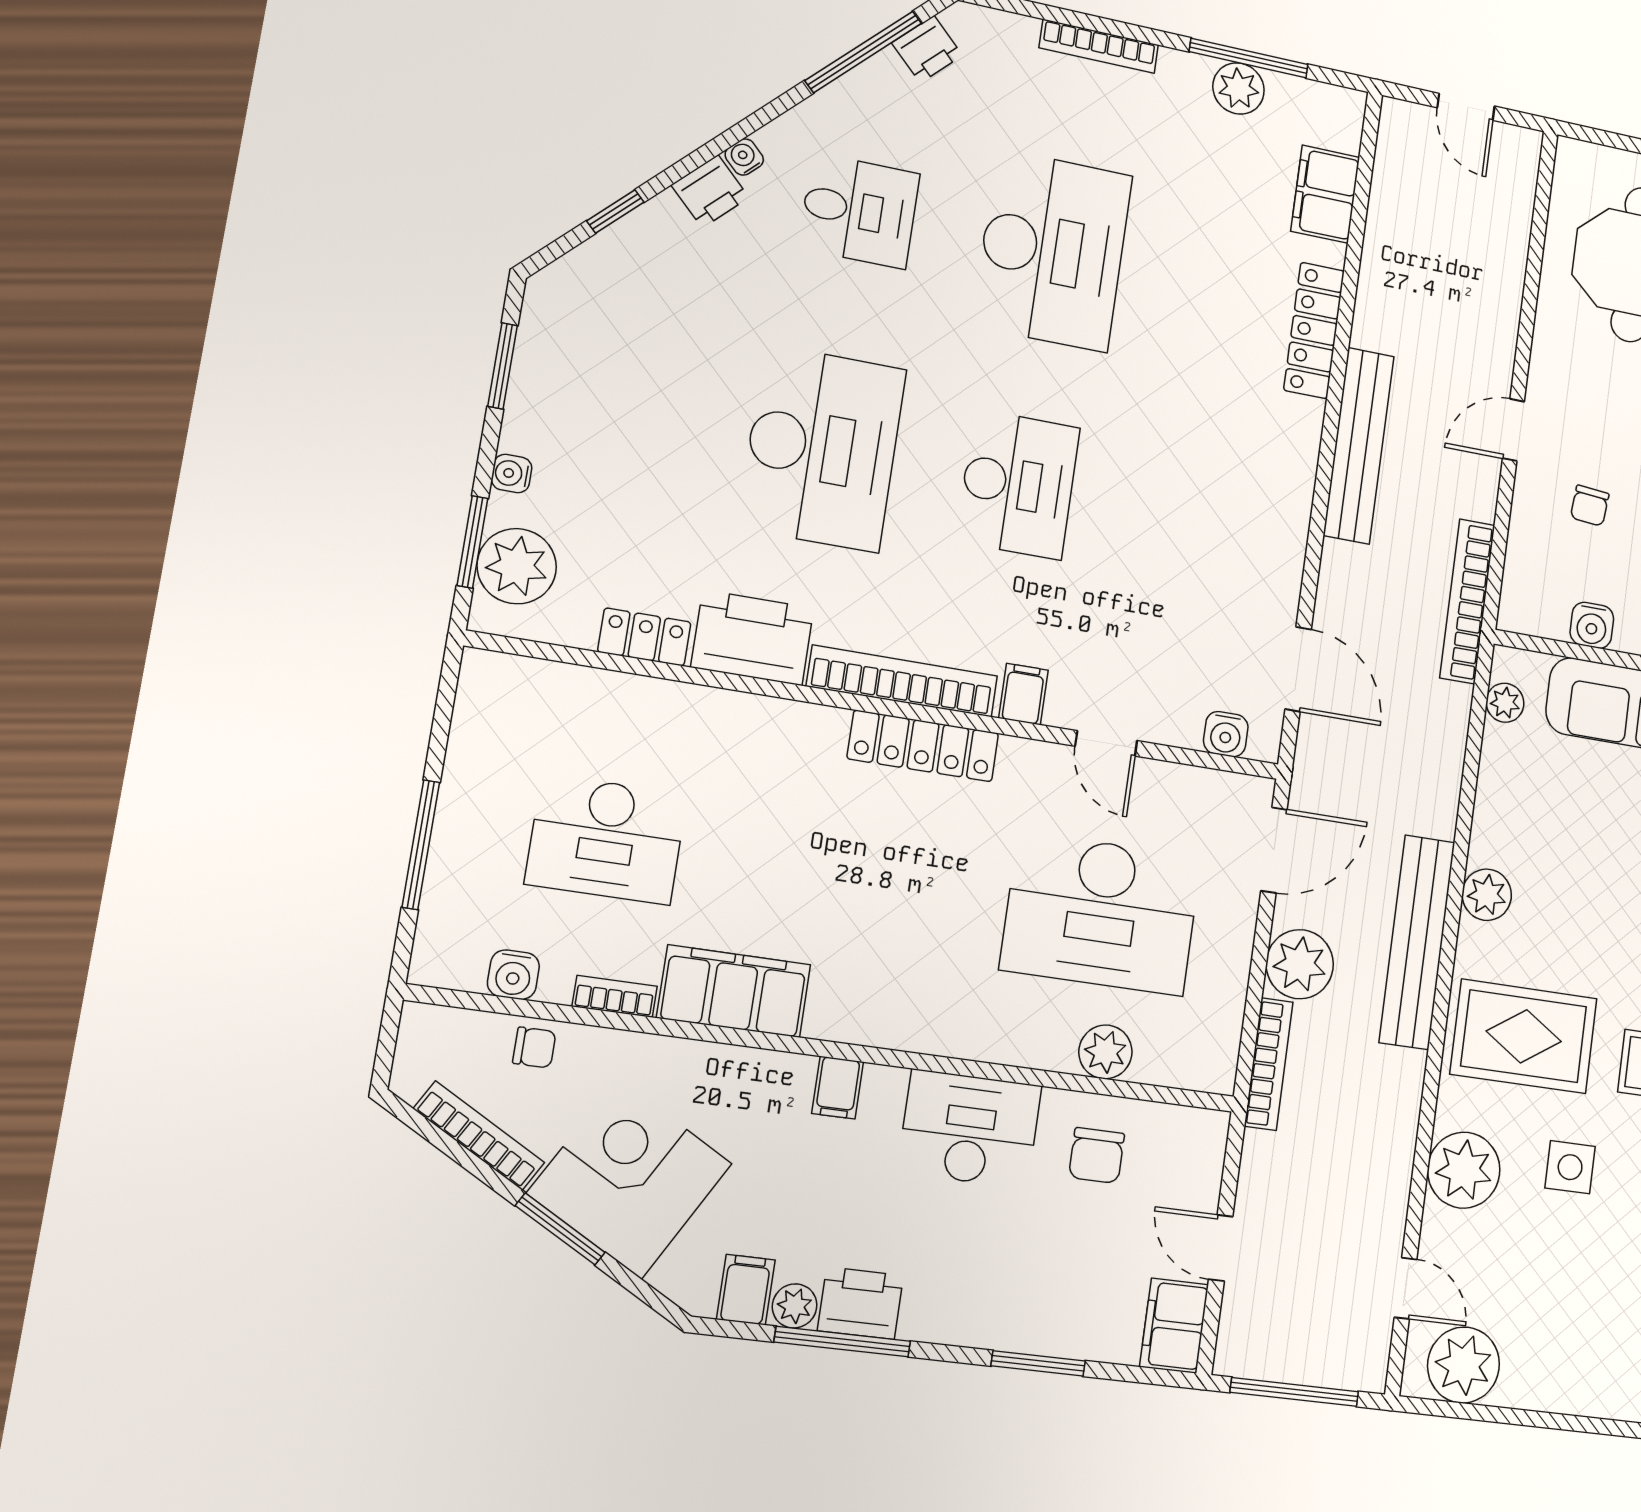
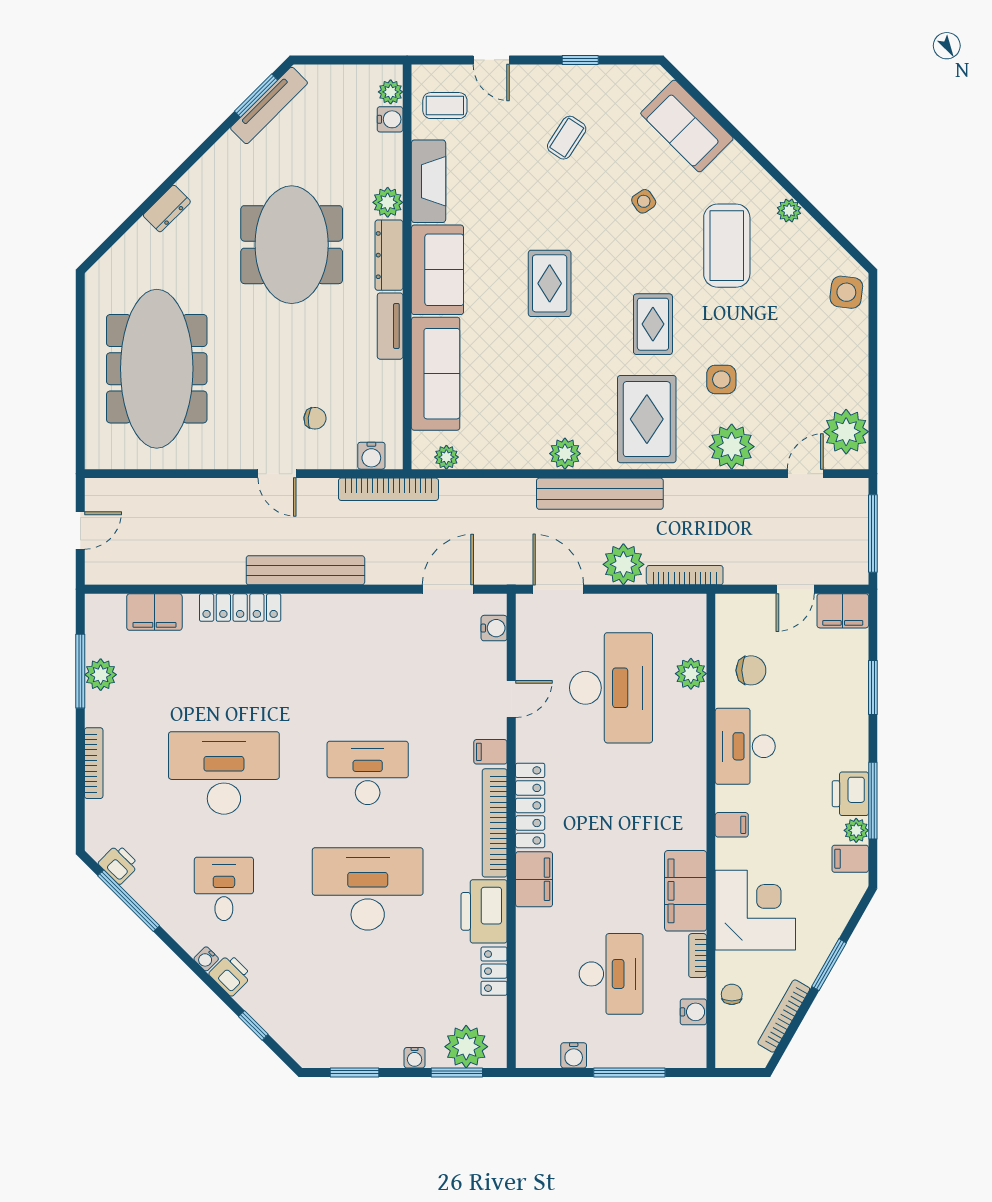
water cooler: (1592, 625) -> (371, 456), moved, turned 90
filing cabinet: (795, 732) -> (534, 879), added
water cooler: (469, 751) -> (574, 1055), added
corner desk: (630, 1178) -> (755, 910), moved, turned 150

